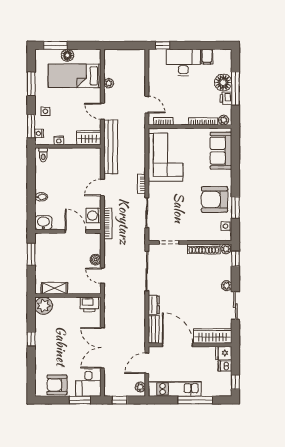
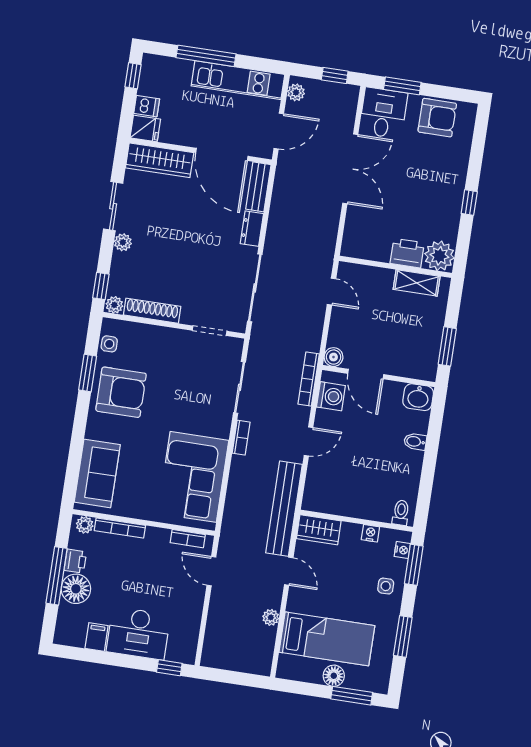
boiler: (96, 260) -> (334, 357), moved
printer: (89, 304) -> (407, 253), moved

